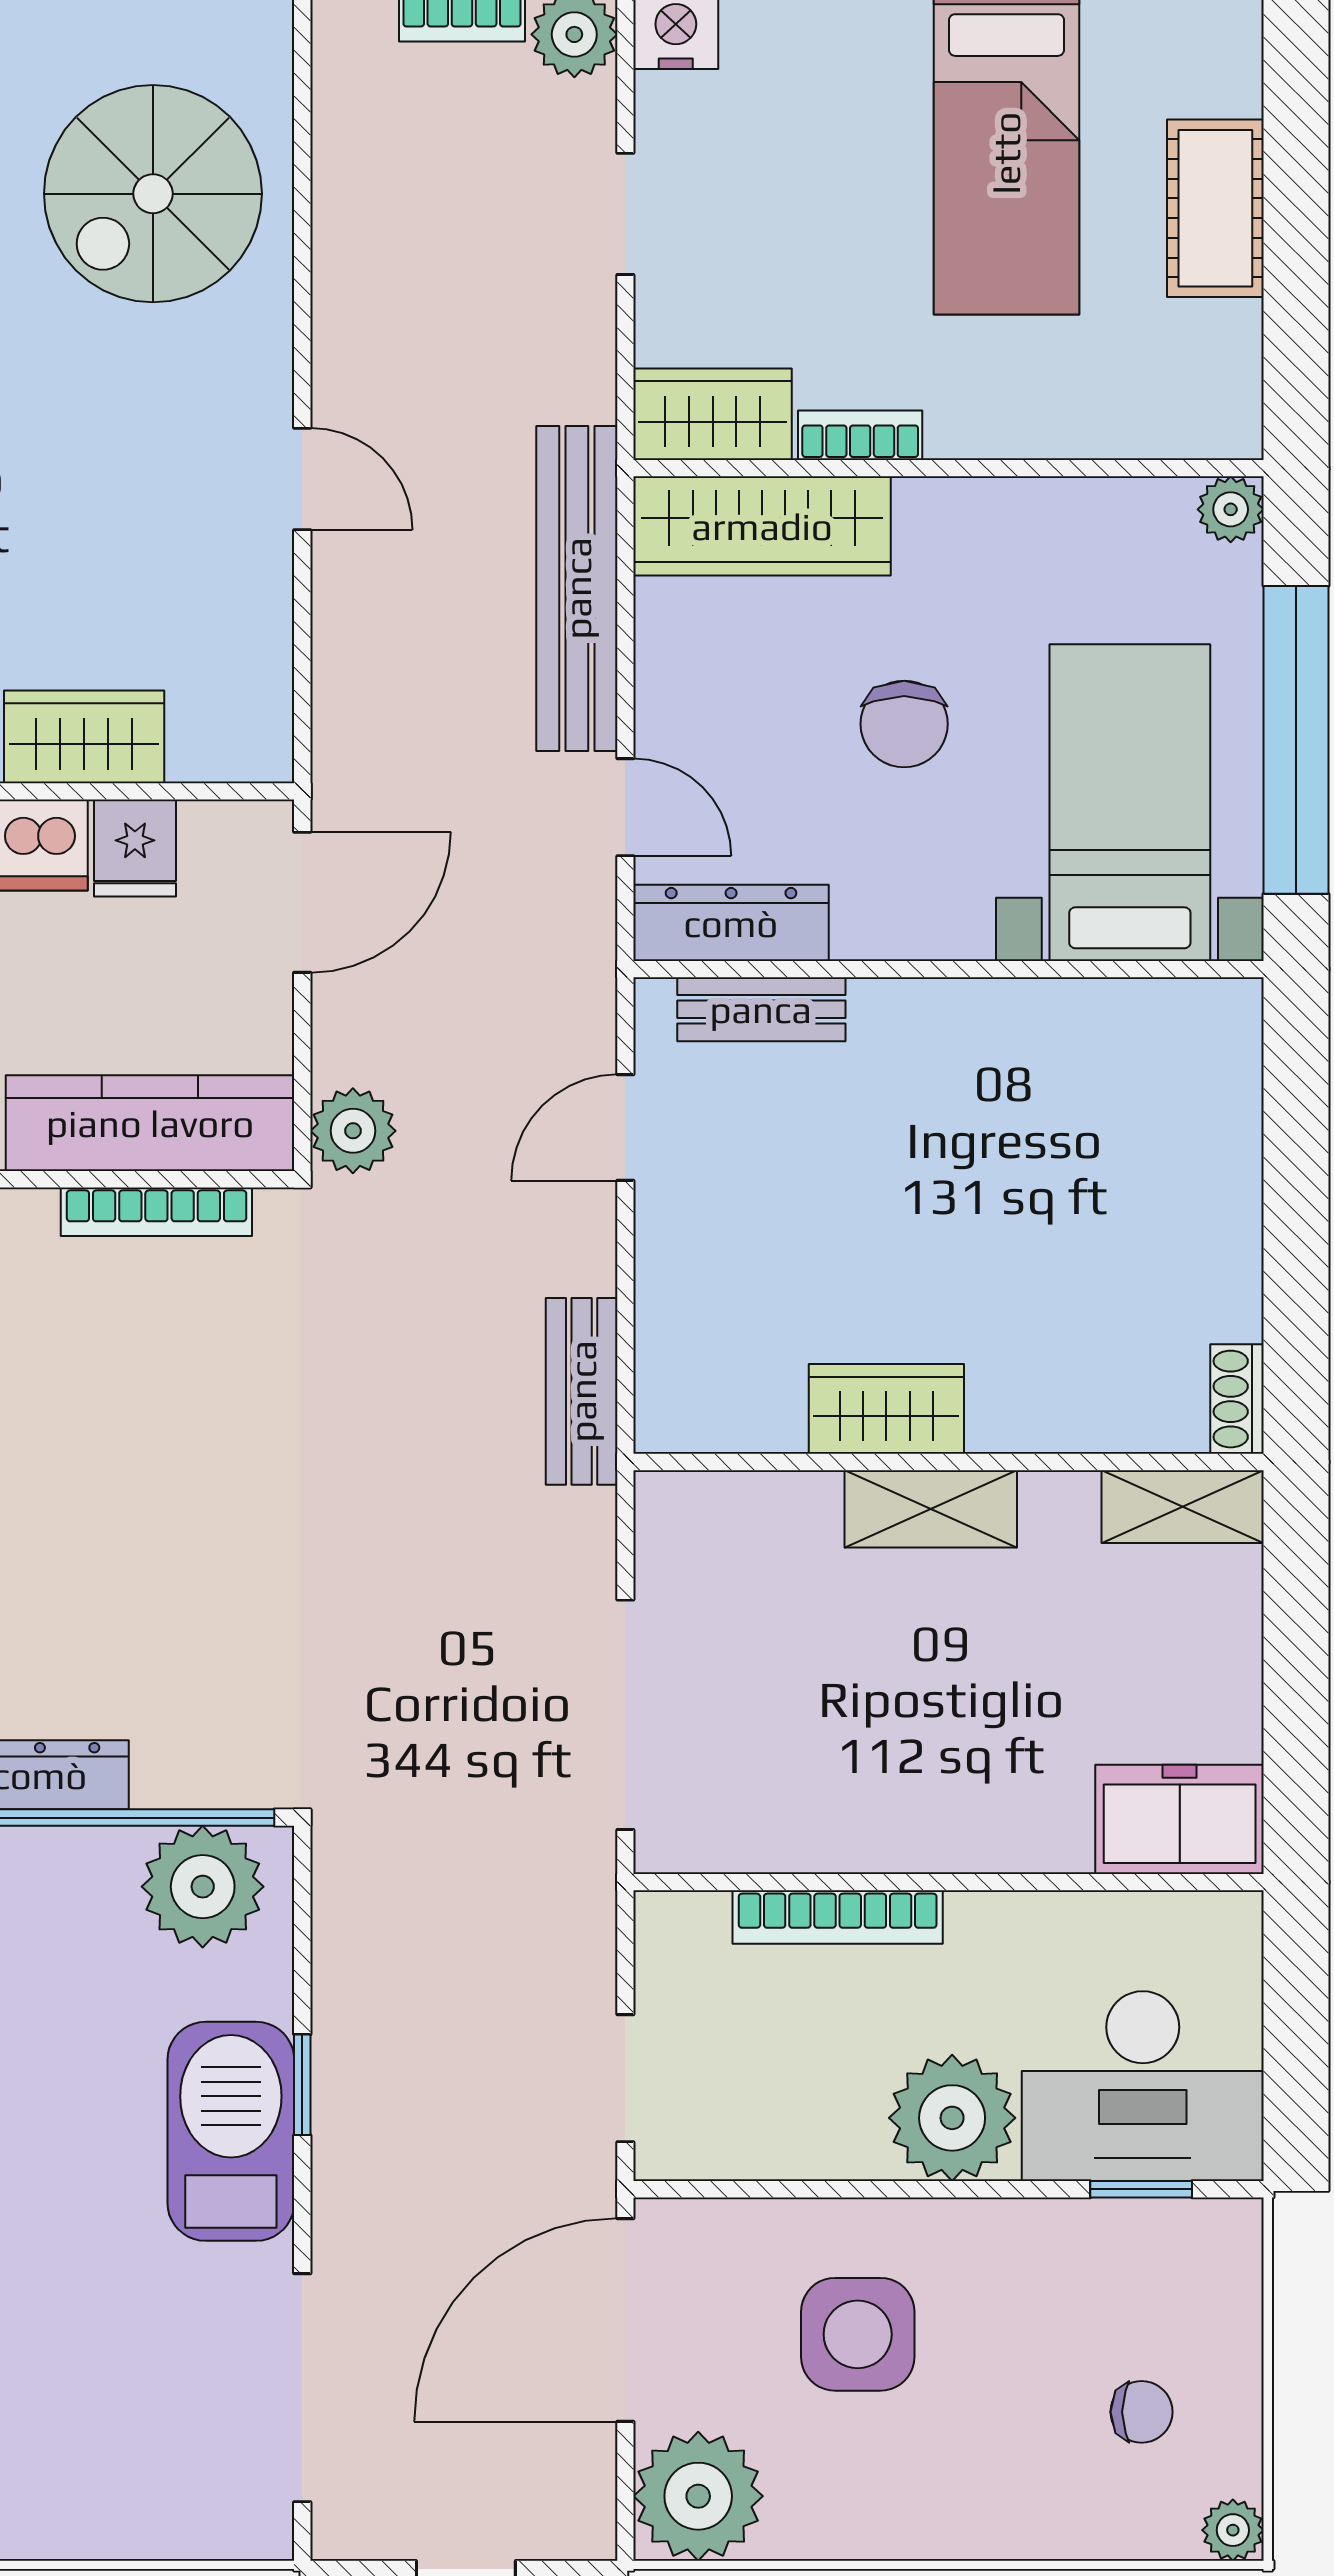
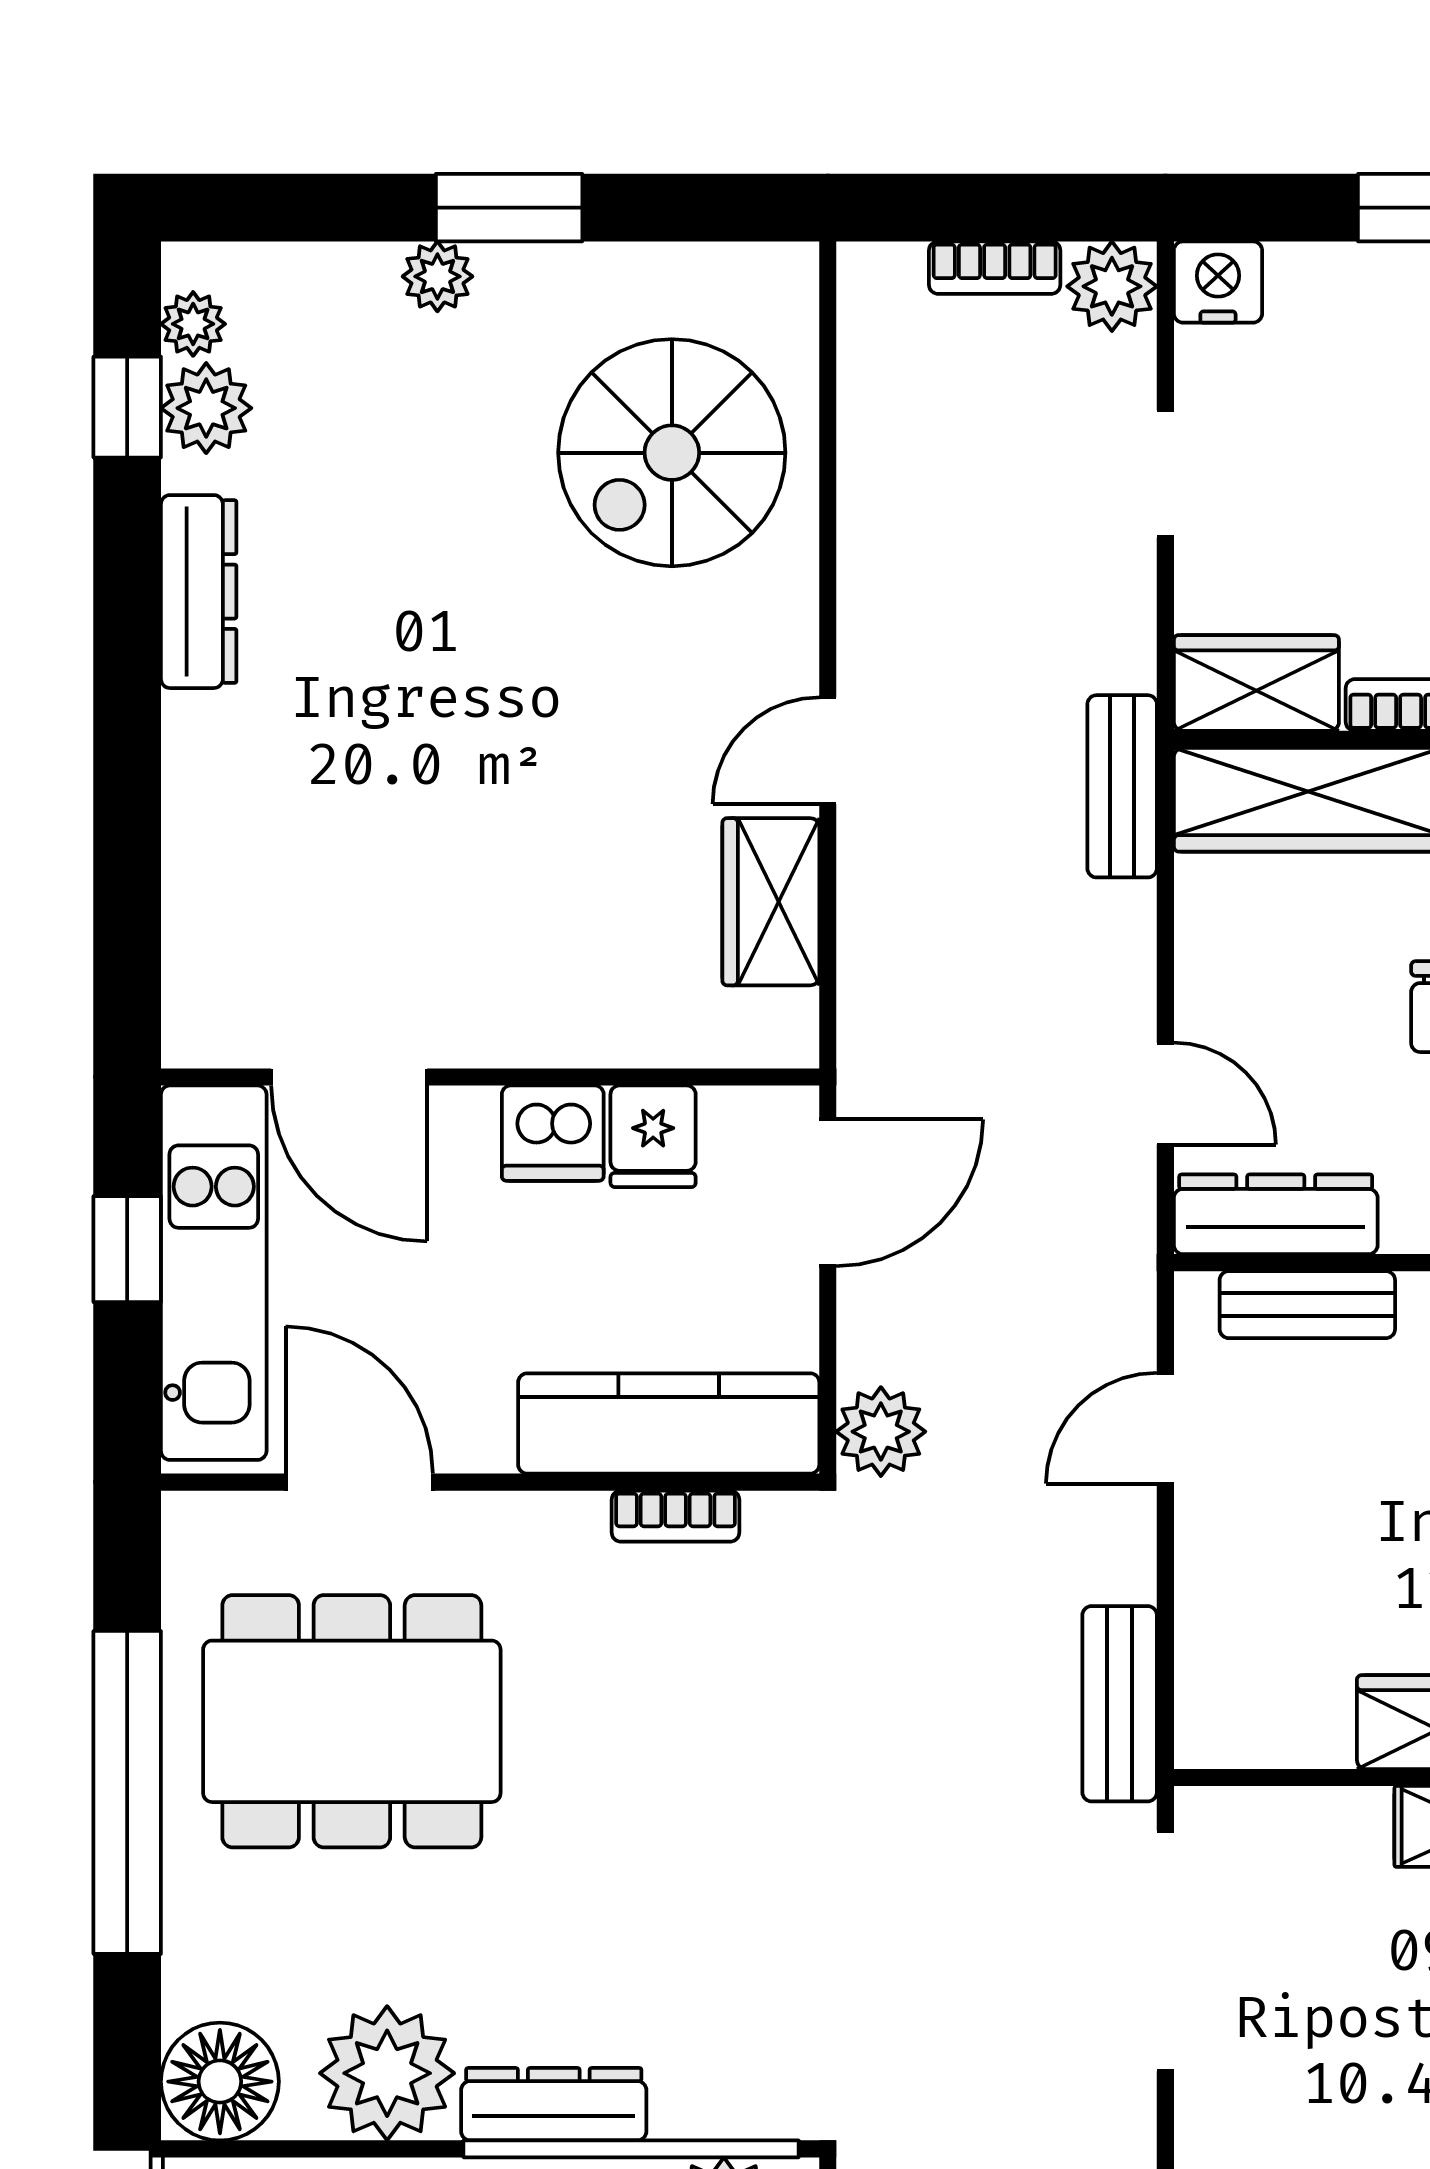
door: (302, 479) -> (828, 751), swing flipped
bench: (577, 588) -> (1122, 786), width x0.54, depth x0.82
wardrobe: (84, 737) -> (771, 902), moved, turned -90
bookcase: (156, 1212) -> (676, 1516), width x0.64
doorway: (625, 1715) -> (1165, 1951), moved

